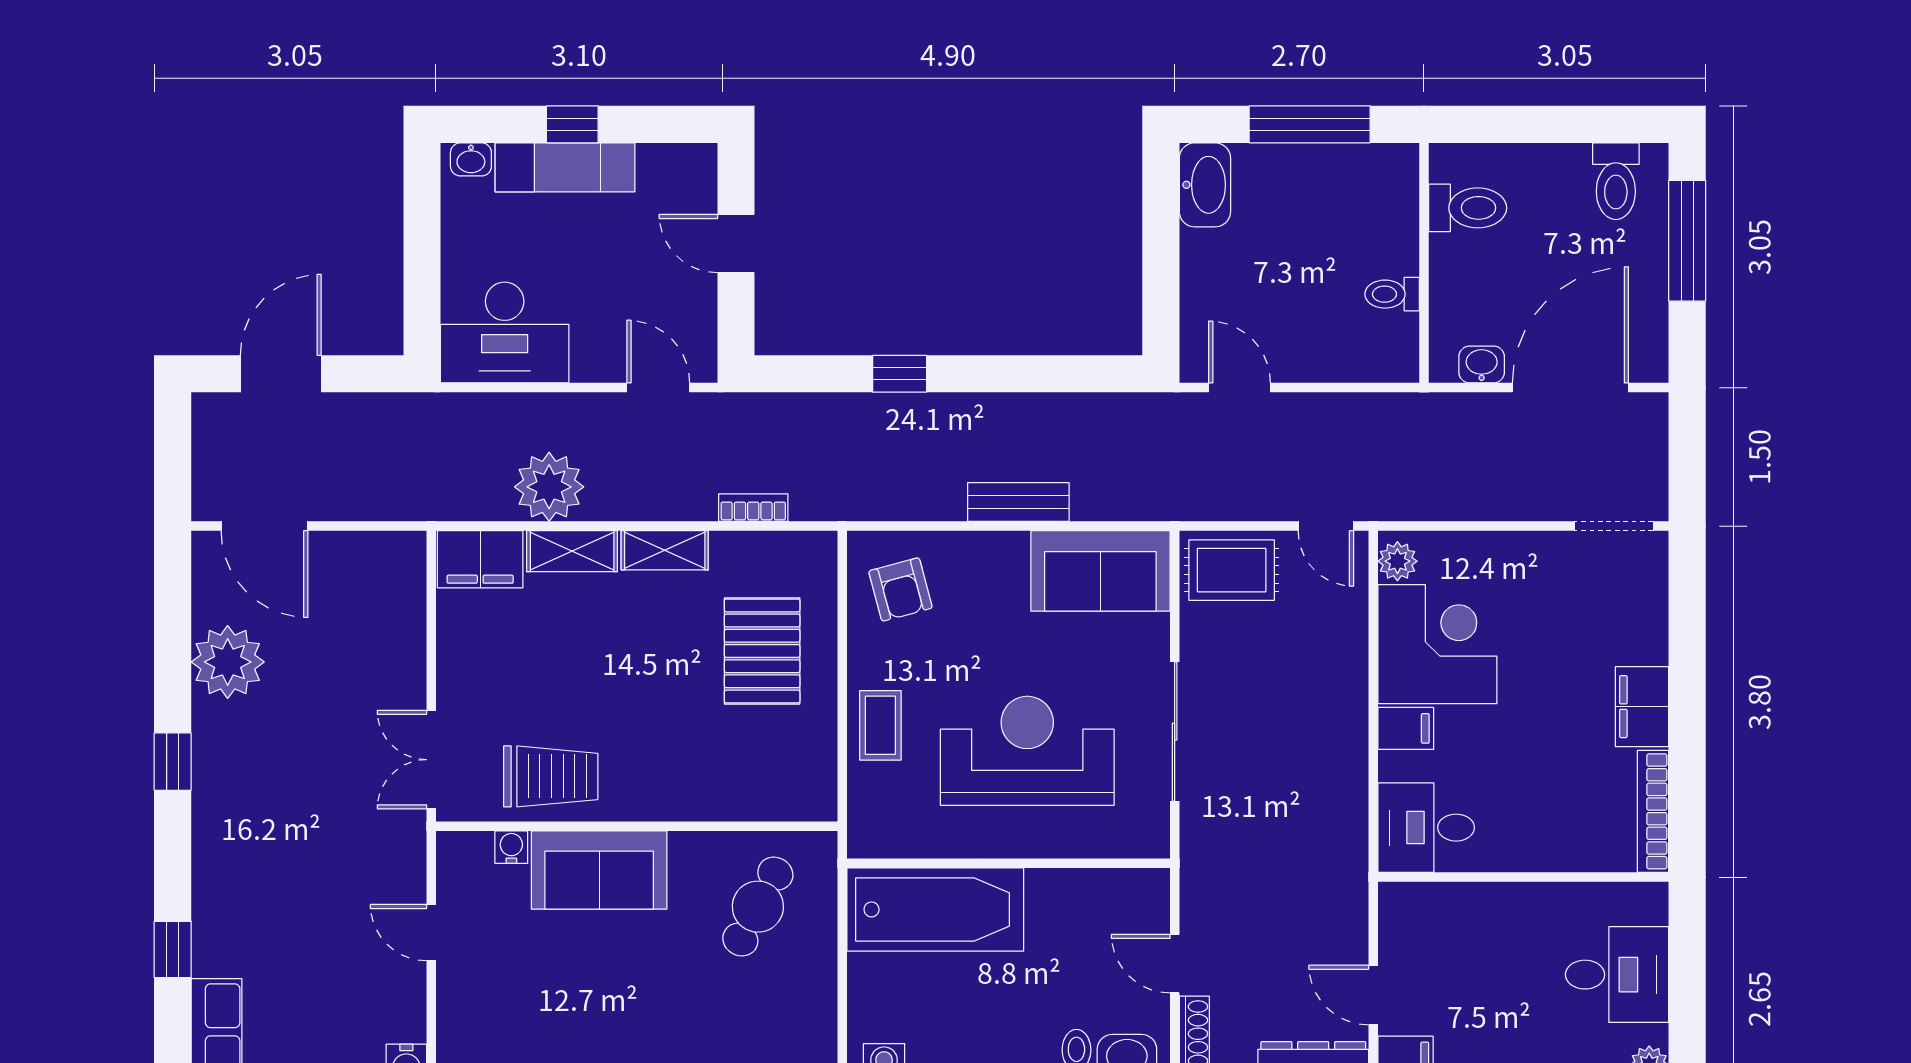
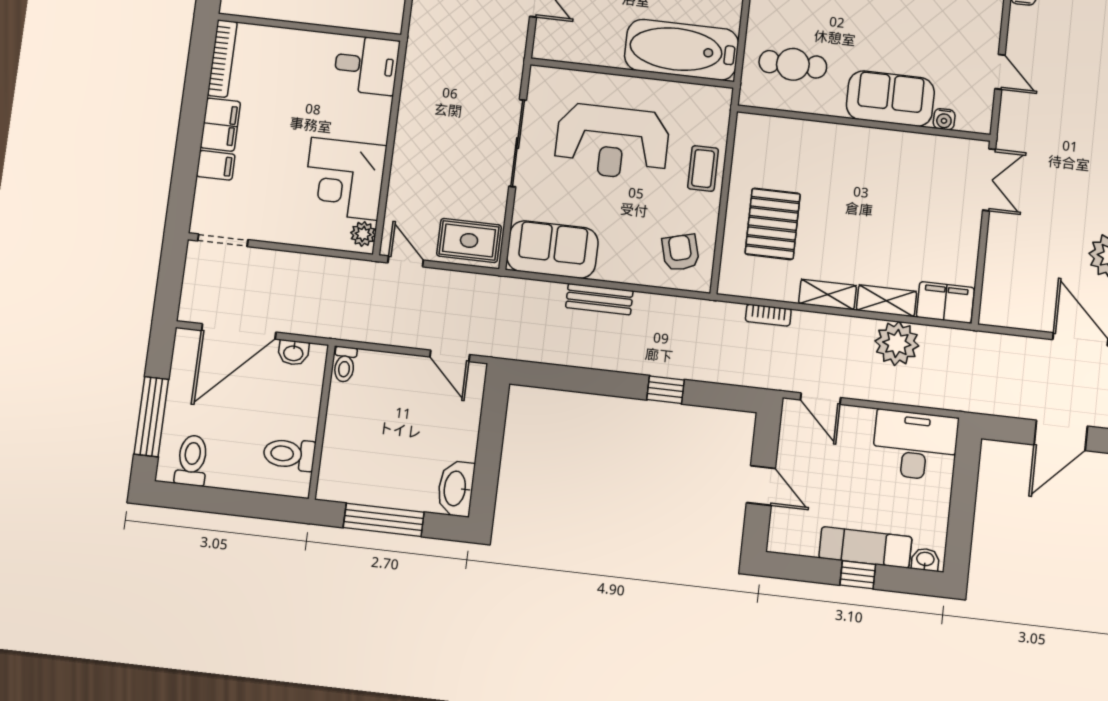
toilet: (1392, 294) -> (345, 364), moved, turned 90
filing cabinet: (1406, 728) -> (216, 165), moved, turned 180
trolley: (551, 776) -> (915, 161), removed
cafe table: (758, 907) -> (793, 64), turned 62

